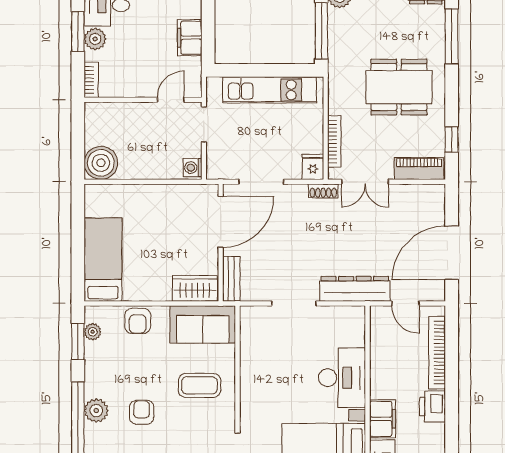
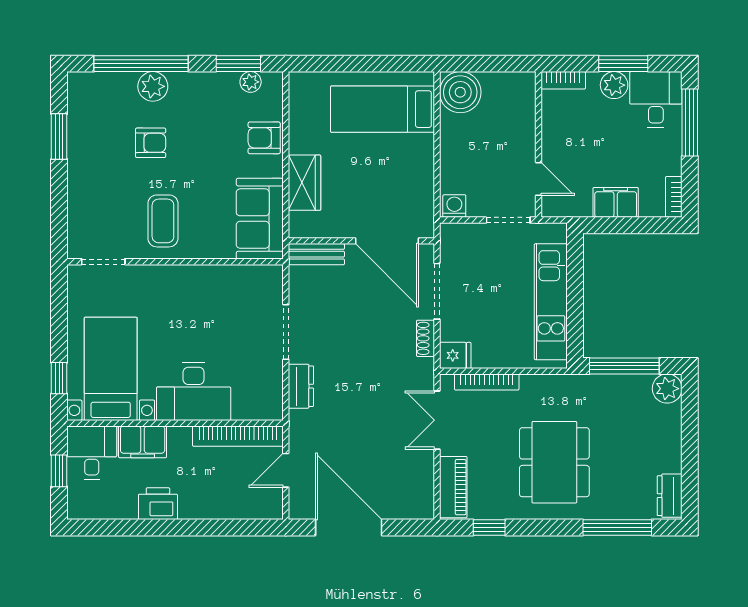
shoe rack: (323, 191) -> (425, 338), moved
bed: (103, 260) -> (382, 109), moved, turned 180
wardrobe: (195, 288) -> (304, 183), moved
dresser: (355, 289) -> (301, 386), width x0.51, depth x0.80
bookcase: (437, 353) -> (238, 436), moved, turned 180
coffee table: (199, 385) -> (163, 221), moved

